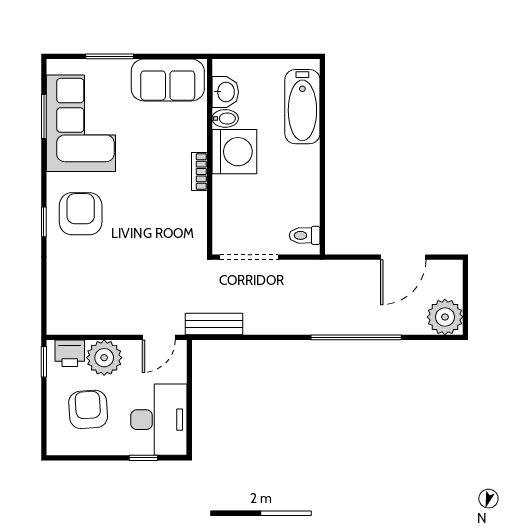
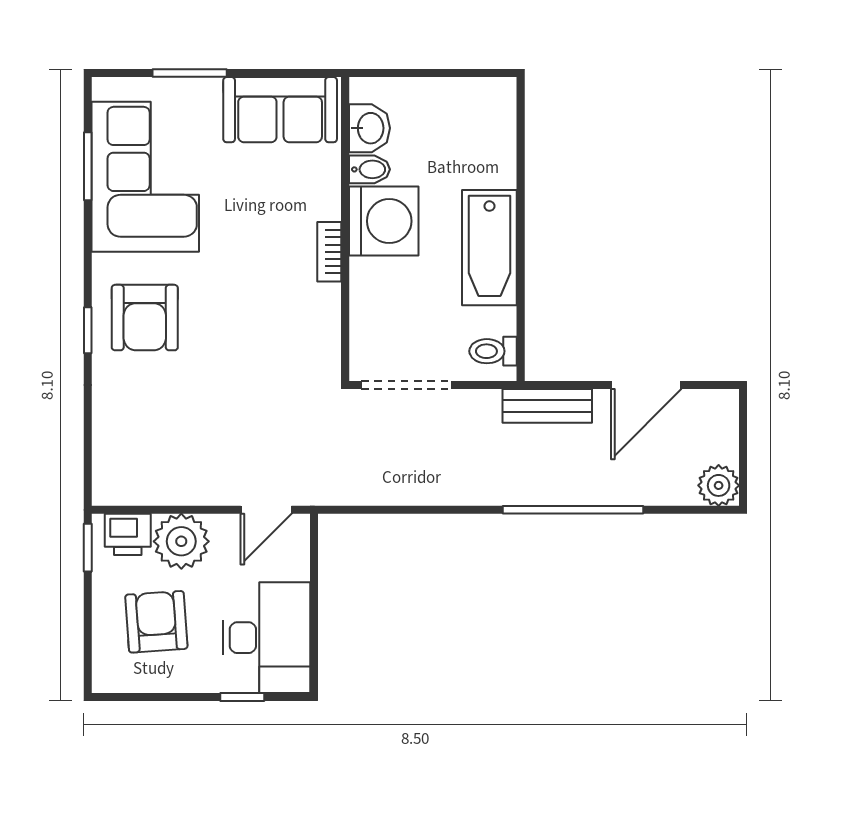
bathtub: (302, 107) -> (489, 248), moved
armchair: (81, 214) -> (145, 318), turned 180
plant: (445, 317) -> (719, 485), width x0.73, depth x0.73
bench: (214, 324) -> (547, 406), moved

